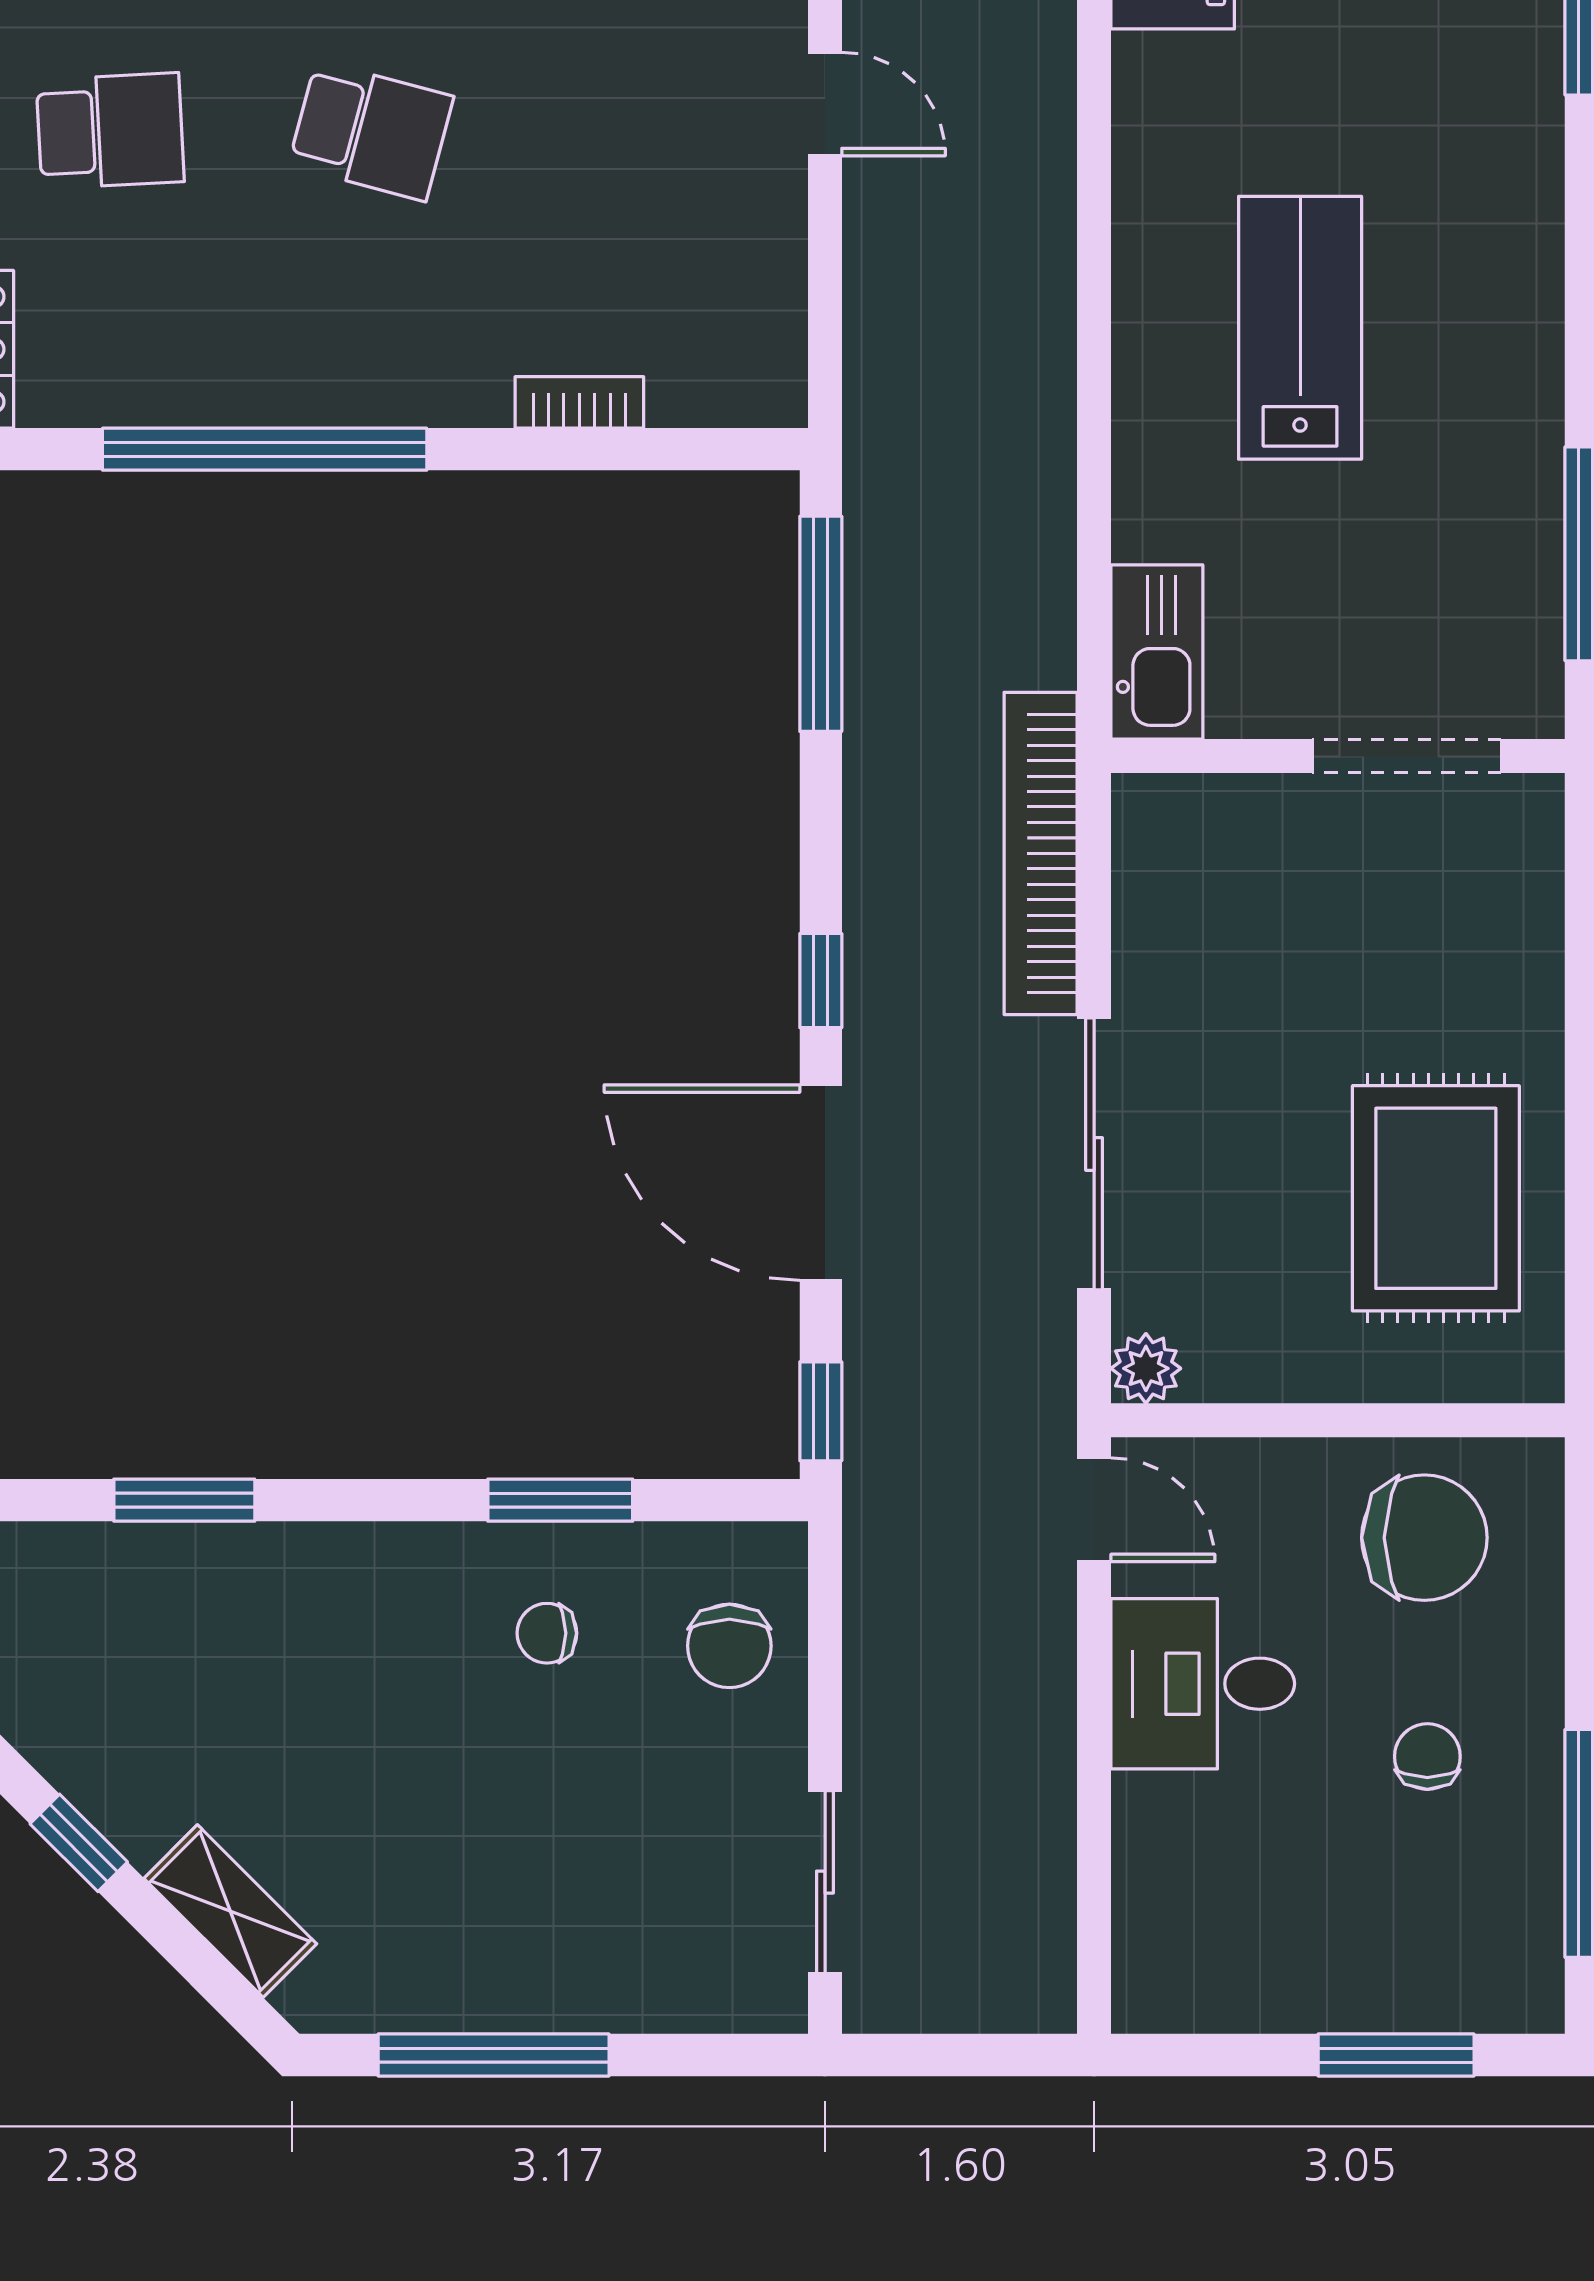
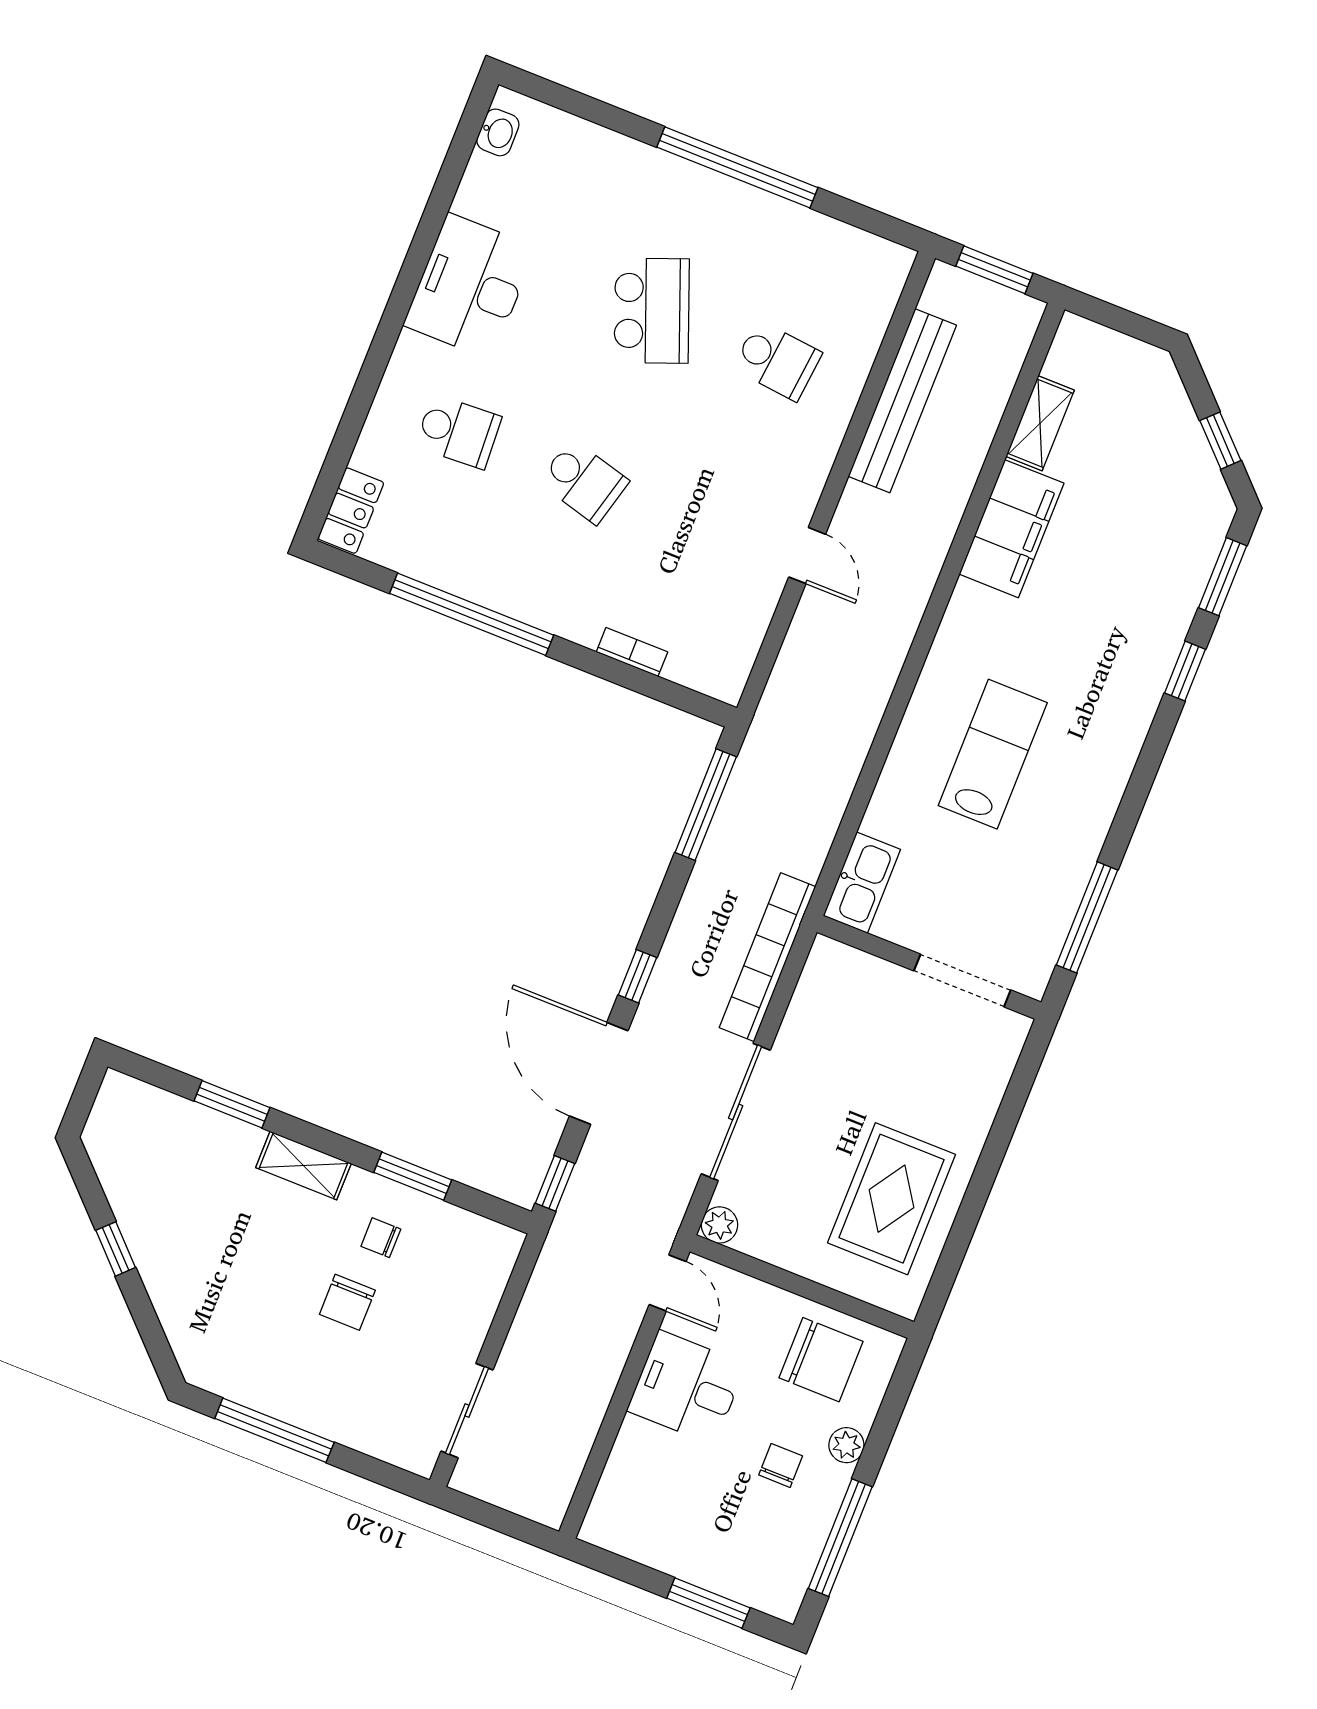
chair: (729, 1646) -> (347, 1302), moved
plant: (1531, 1673) -> (846, 1445), added
shelving: (230, 1911) -> (303, 1166), moved, turned -45

